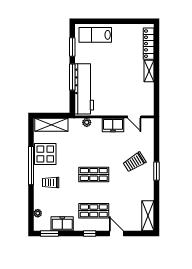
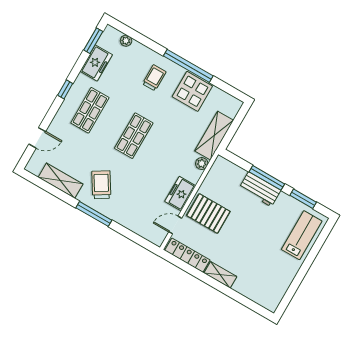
locker: (149, 44) -> (187, 255), moved
workbench: (84, 89) -> (260, 189), width x0.53, depth x0.76
pallet: (115, 100) -> (208, 213), added
shelving: (51, 125) -> (214, 136), moved
trolley: (134, 162) -> (101, 185), moved
window: (156, 171) -> (94, 214), width x1.44
shelving: (148, 216) -> (61, 181), moved
door: (116, 234) -> (37, 138), moved

